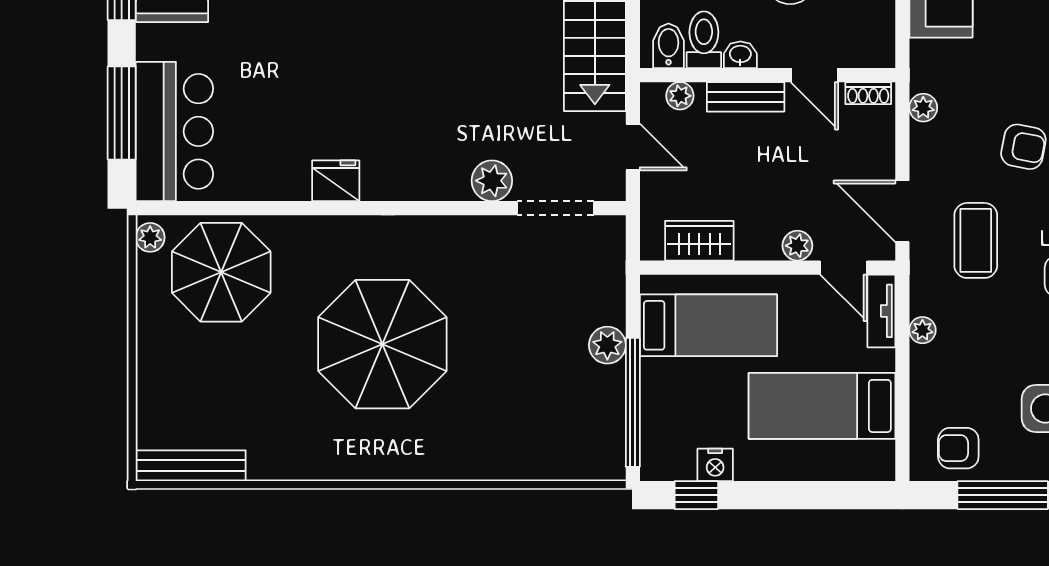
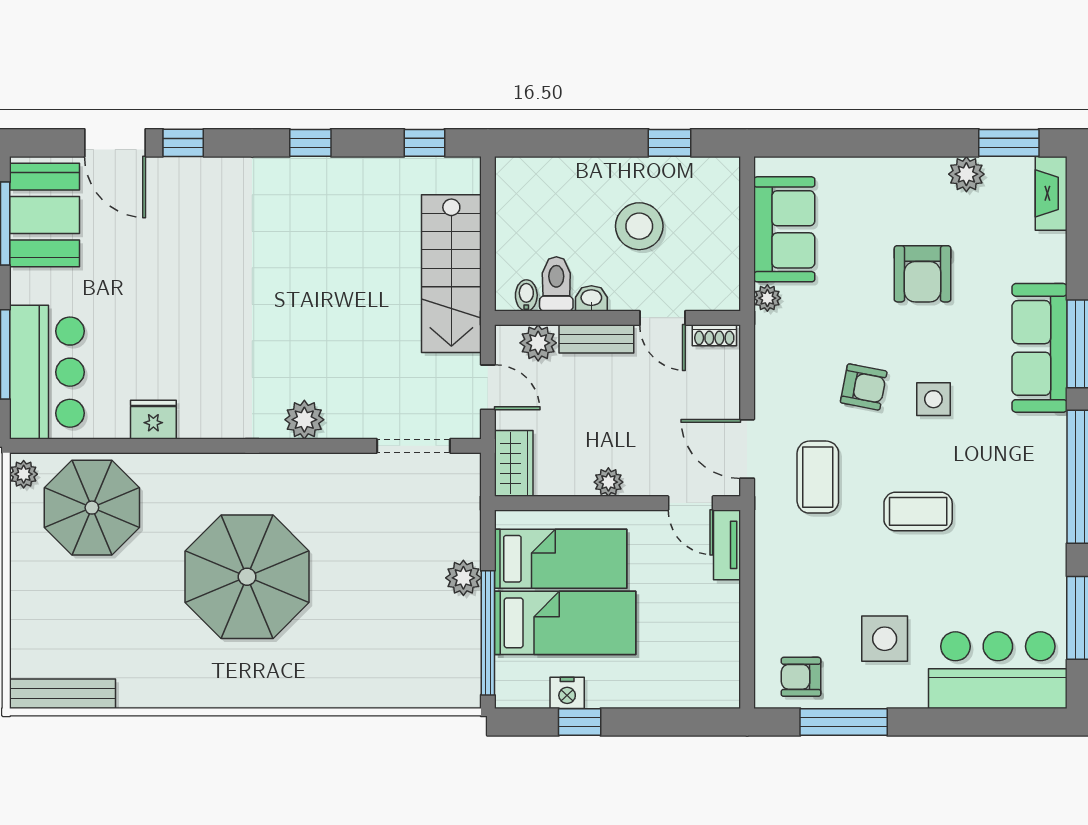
bidet: (668, 46) -> (526, 295), width x0.72, depth x0.74
plant: (680, 96) -> (538, 343), width x1.38, depth x1.38
plant: (923, 108) -> (767, 298), moved
fridge: (336, 181) -> (153, 420), moved
plant: (492, 181) -> (304, 420), moved
wardrobe: (699, 241) -> (514, 463), moved, turned 90
plant: (797, 246) -> (608, 482), moved
plant: (922, 330) -> (767, 563), removed
bed: (822, 406) -> (565, 623), moved, turned 180
window: (696, 495) -> (580, 722), moved

